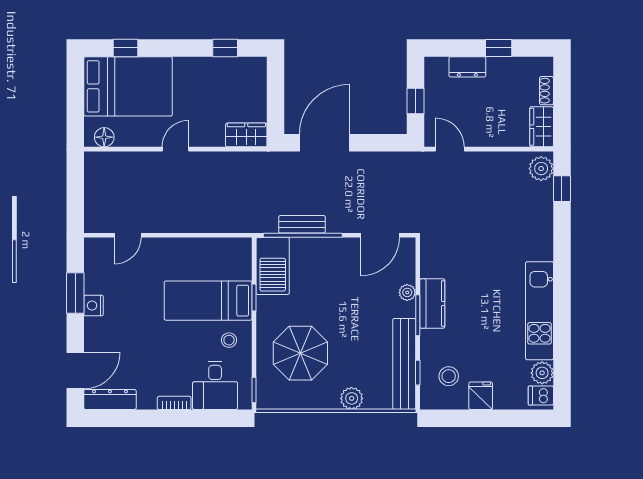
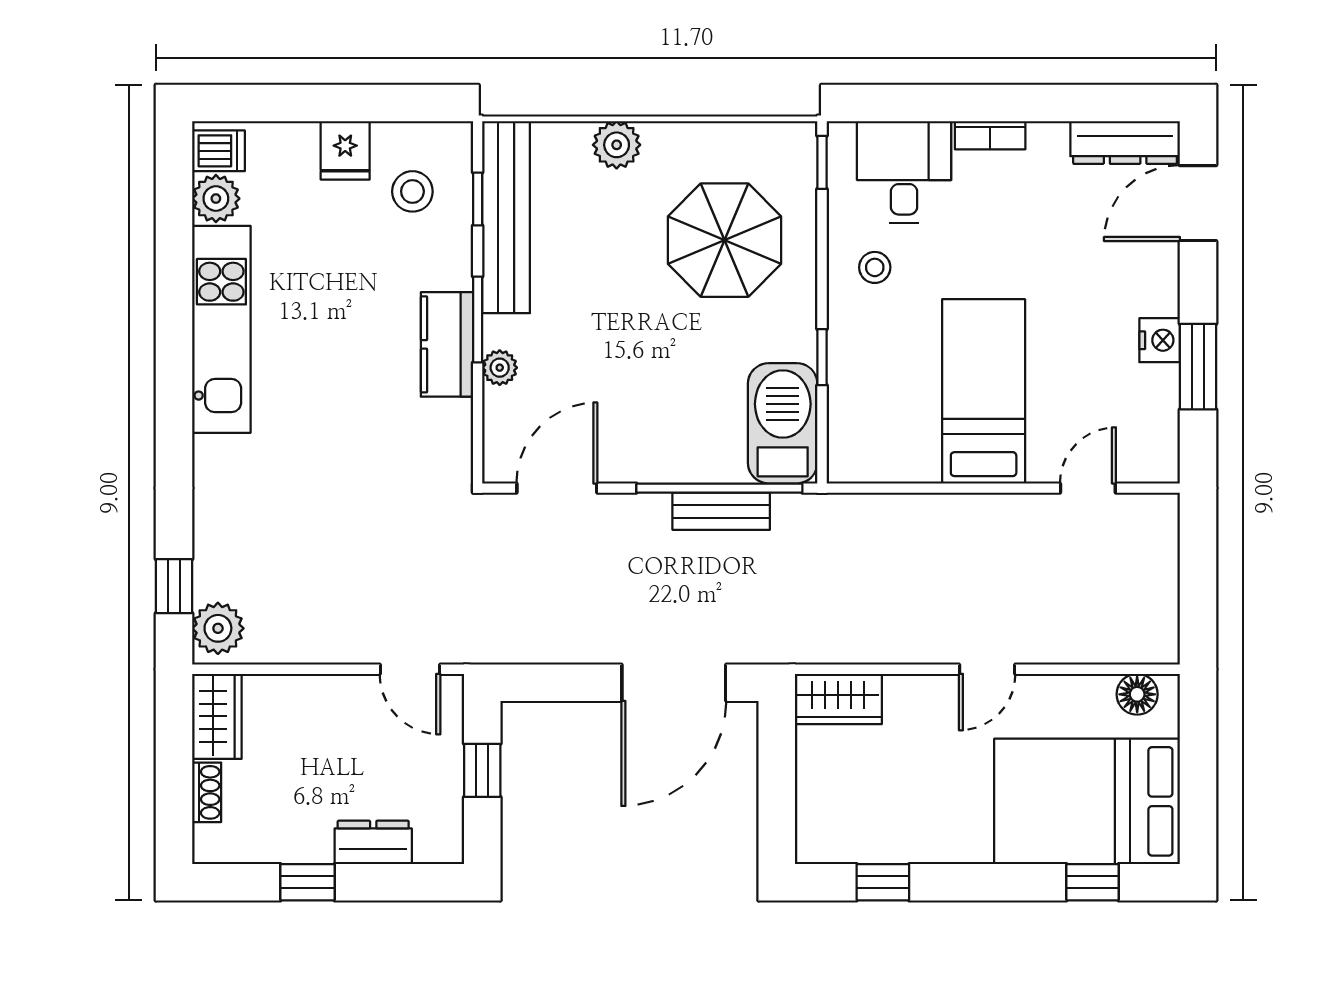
bed: (208, 301) -> (984, 391), moved, turned -90

